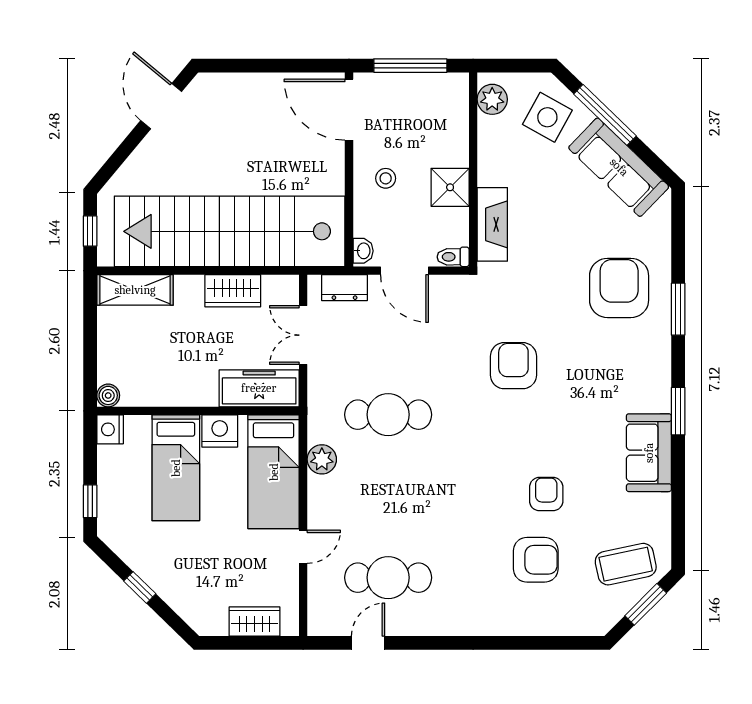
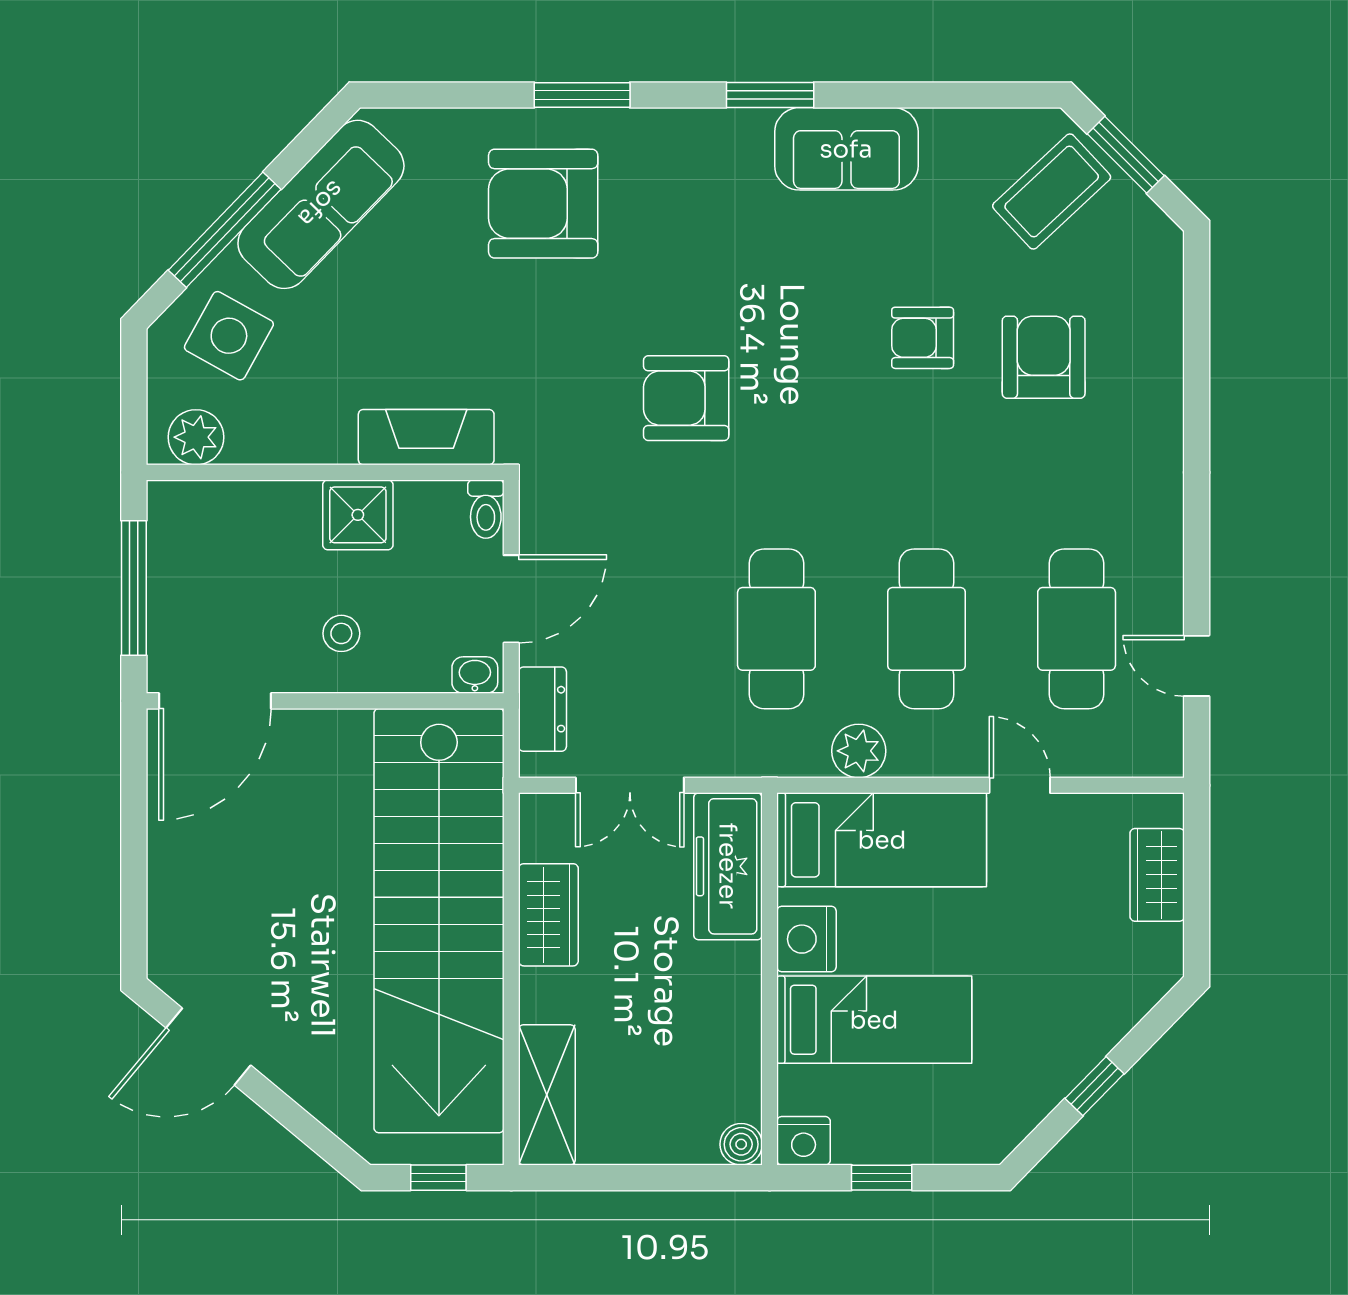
cafe table: (388, 496) -> (927, 629), added
window: (90, 501) -> (882, 1178), moved
coffee table: (626, 564) -> (1052, 191), turned 59

